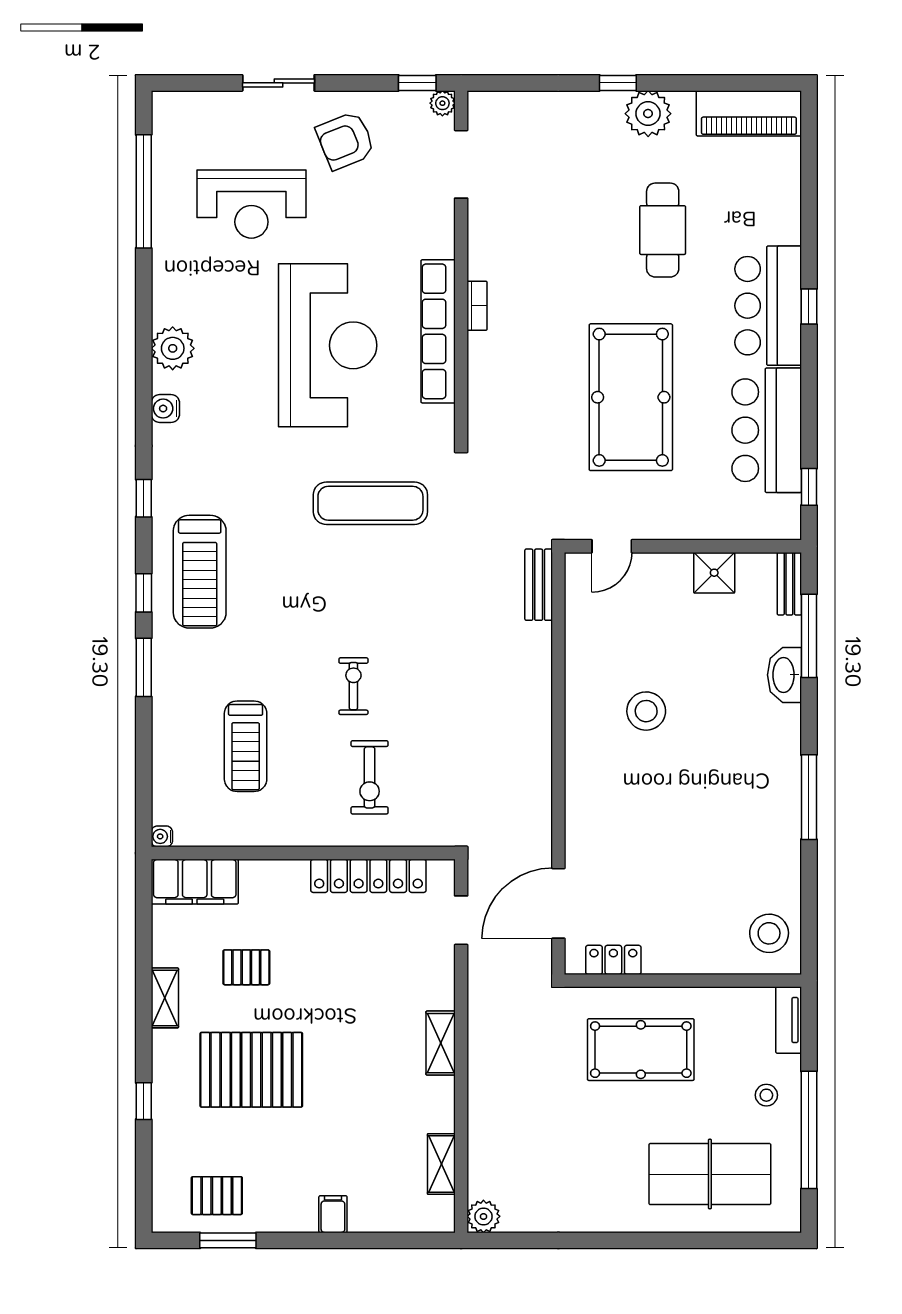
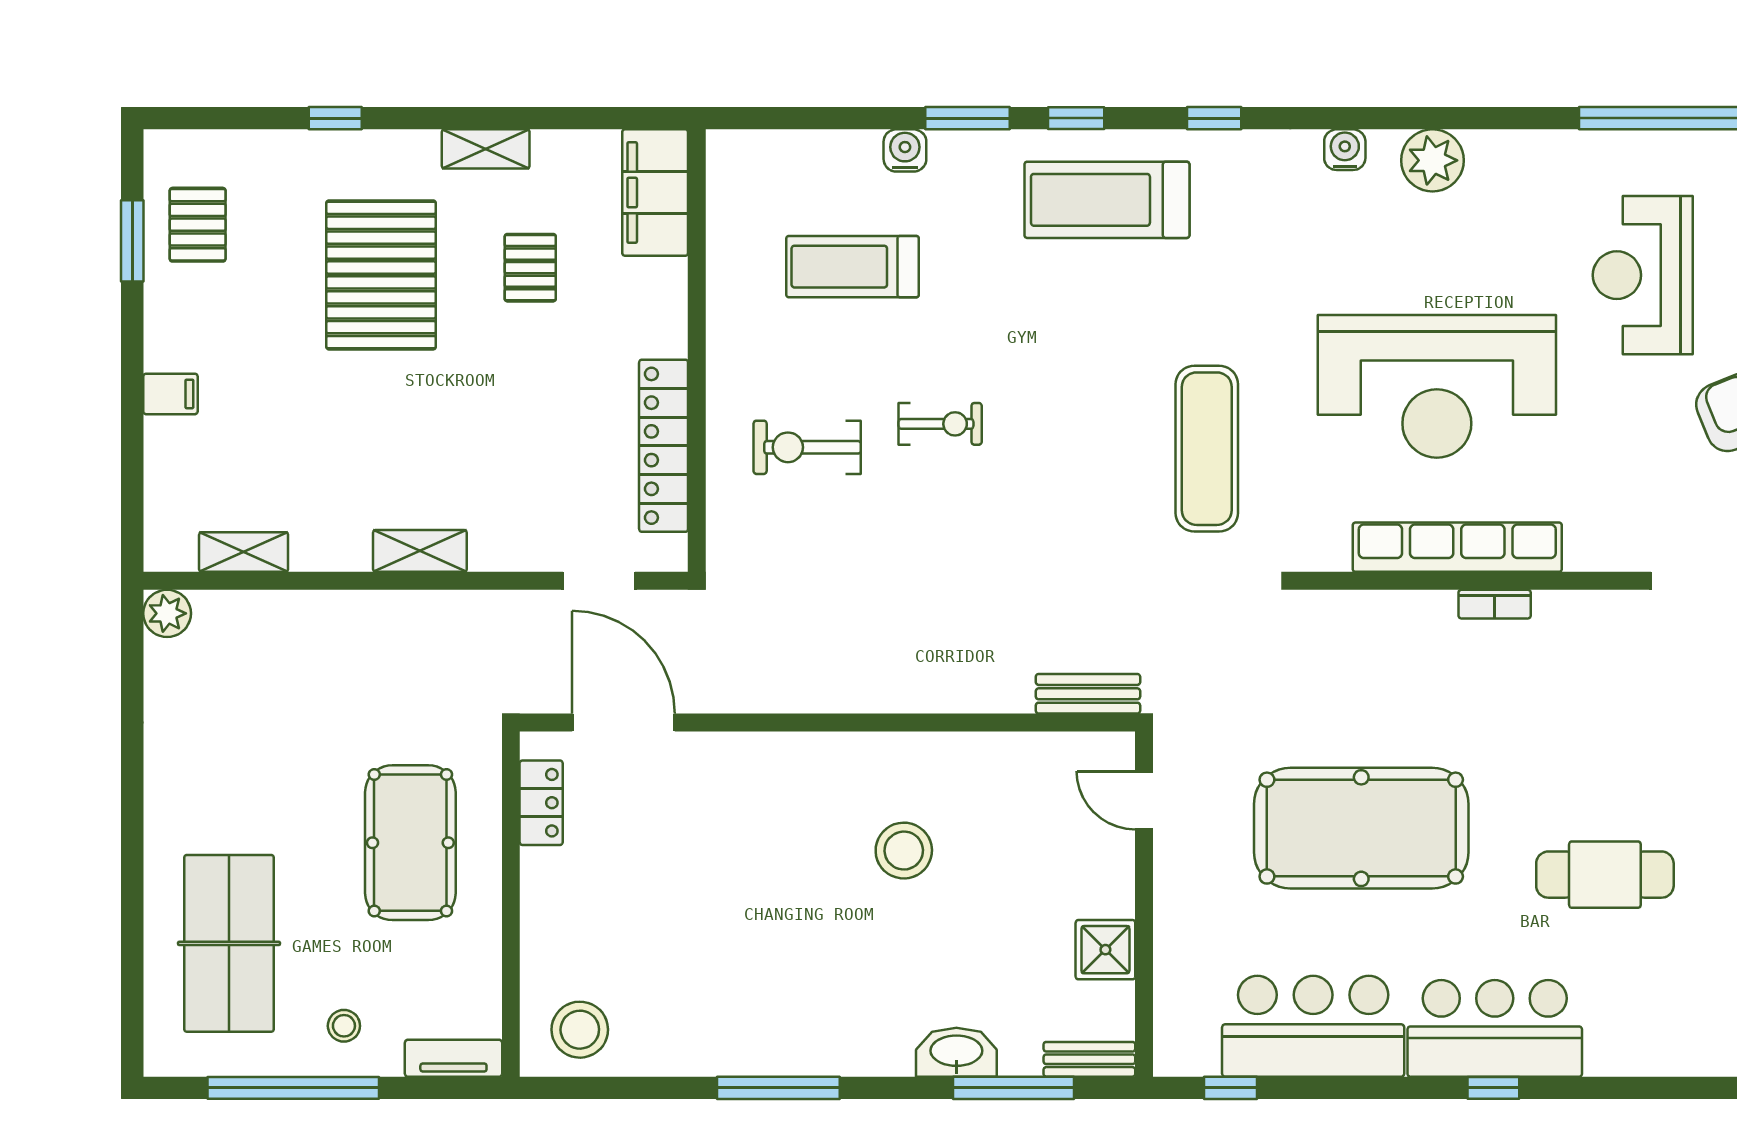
water cooler: (162, 836) -> (905, 150), moved, width x1.38, depth x1.38

